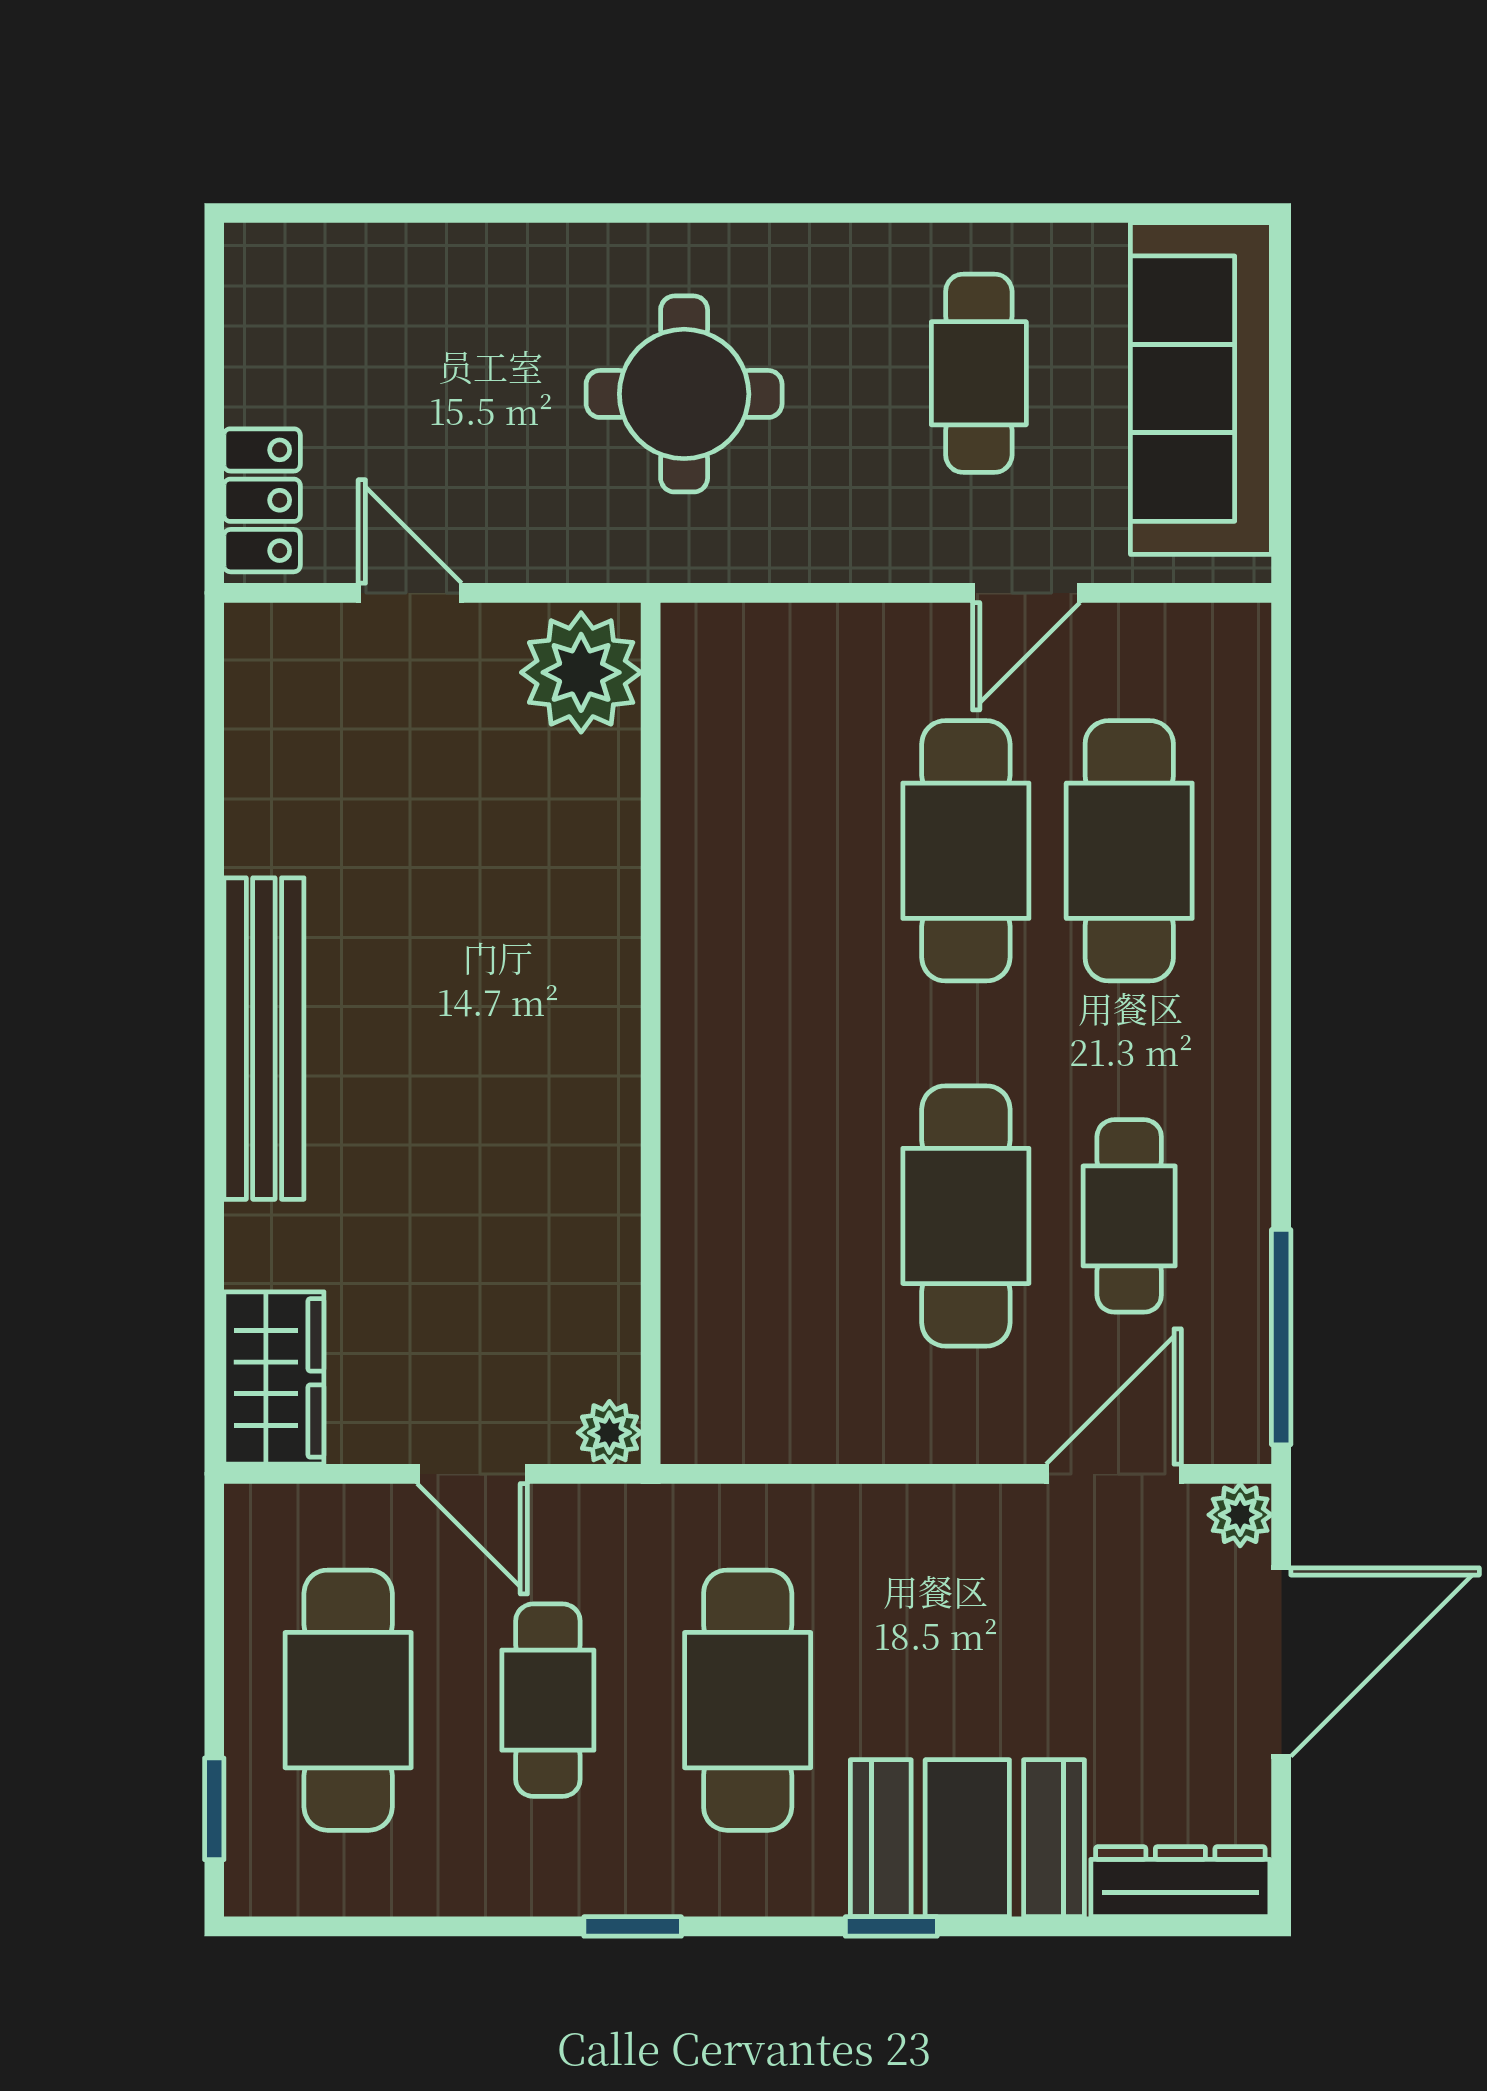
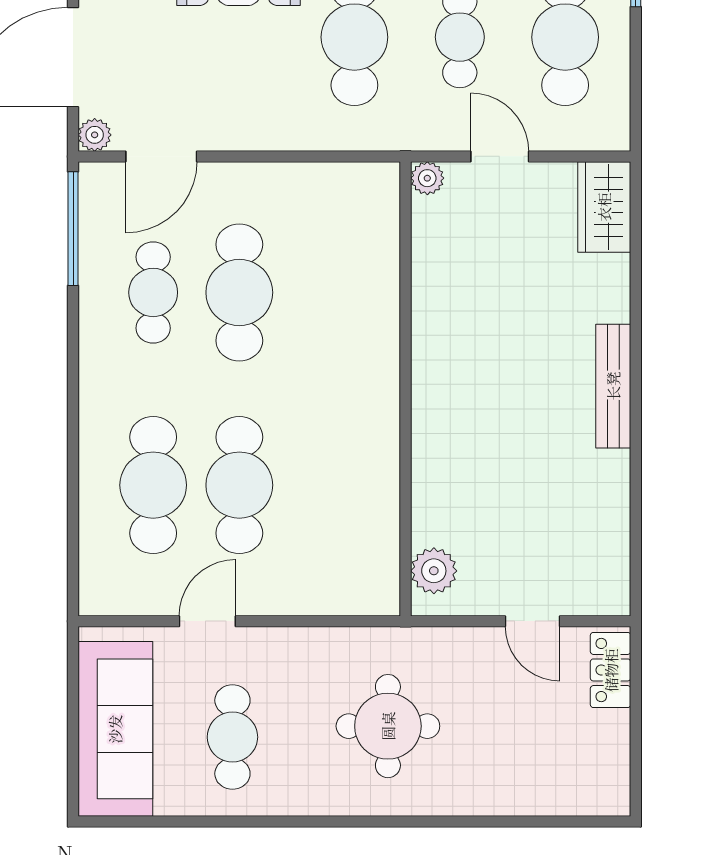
plant: (581, 672) -> (434, 571), width x0.73, depth x0.73
bench: (264, 1039) -> (613, 386), width x0.73, depth x0.82

